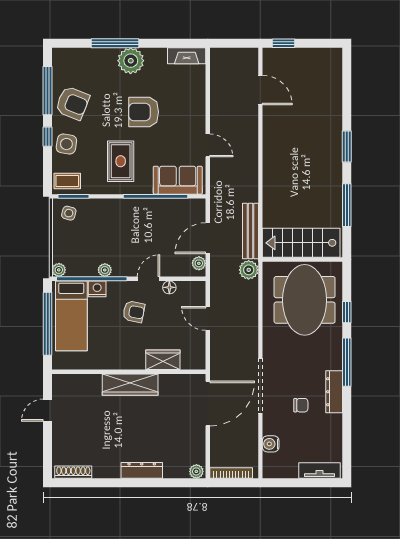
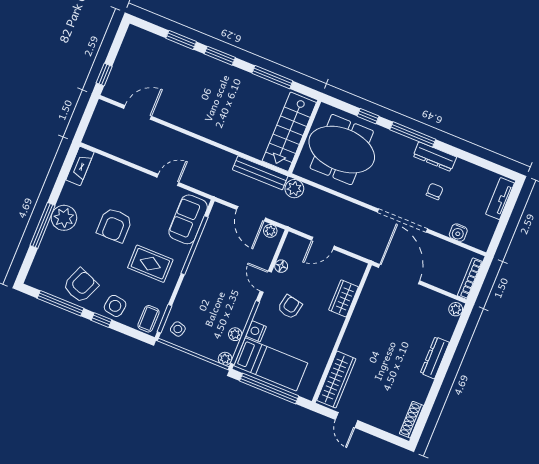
window: (347, 103) -> (181, 40), added
plant: (105, 270) -> (235, 334), moved
wardrobe: (130, 385) -> (336, 380), moved

